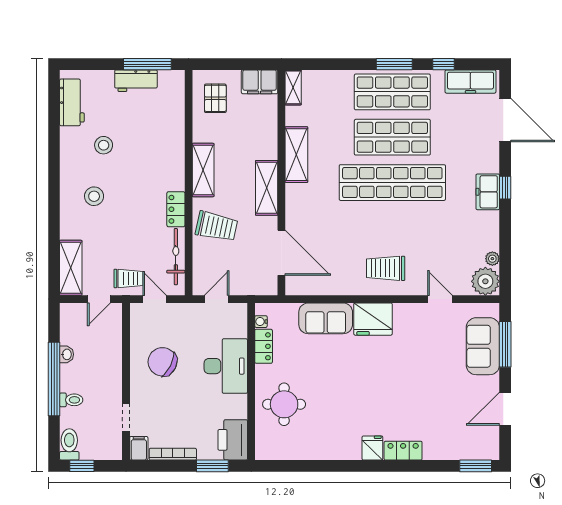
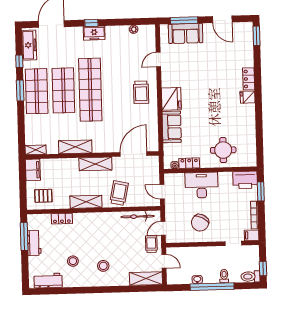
locker: (176, 209) -> (62, 219), moved
plant: (485, 281) -> (147, 33), removed

